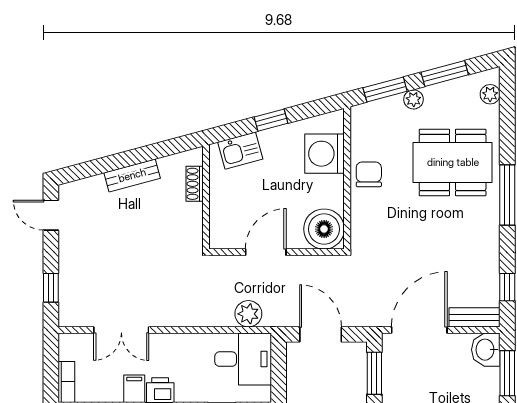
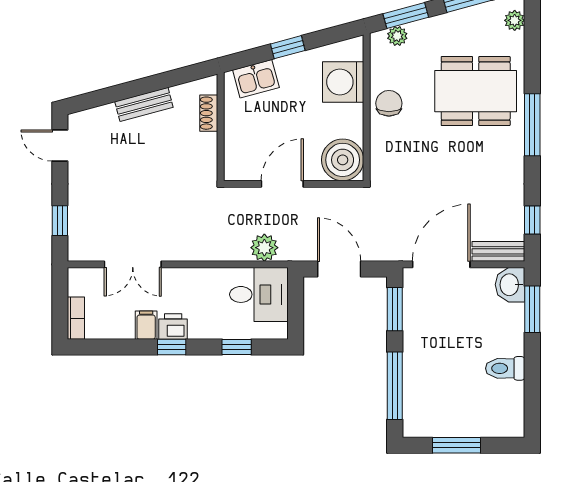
plant: (414, 99) -> (397, 36), moved

